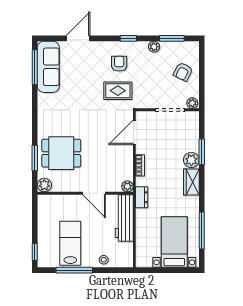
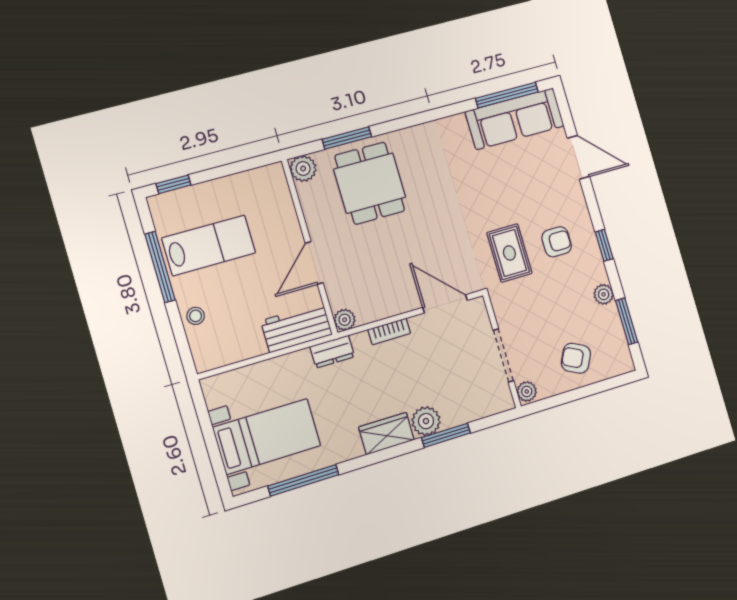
workbench: (124, 218) -> (296, 328), width x0.73

